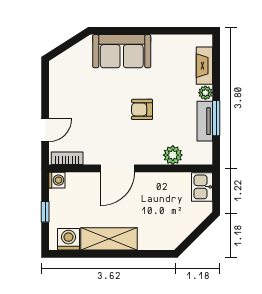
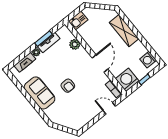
sofa: (122, 51) -> (40, 93), moved
armchair: (142, 109) -> (68, 86), moved
door: (118, 168) -> (100, 63), hinge flipped
washing machine: (57, 180) -> (127, 80), width x1.89, depth x1.89
shelving: (109, 239) -> (124, 31), moved

